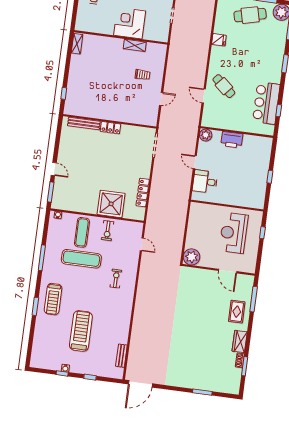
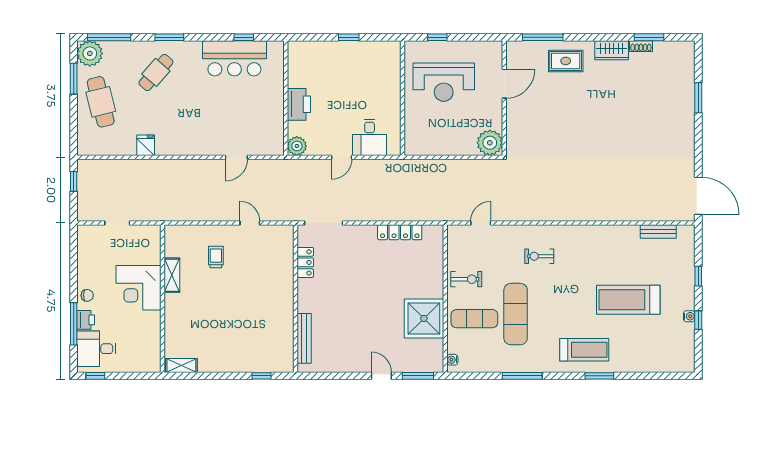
cafe table: (224, 86) -> (156, 72), moved
locker: (110, 128) -> (305, 262), moved
door: (54, 169) -> (381, 376), hinge flipped
shower: (111, 204) -> (424, 318), moved

